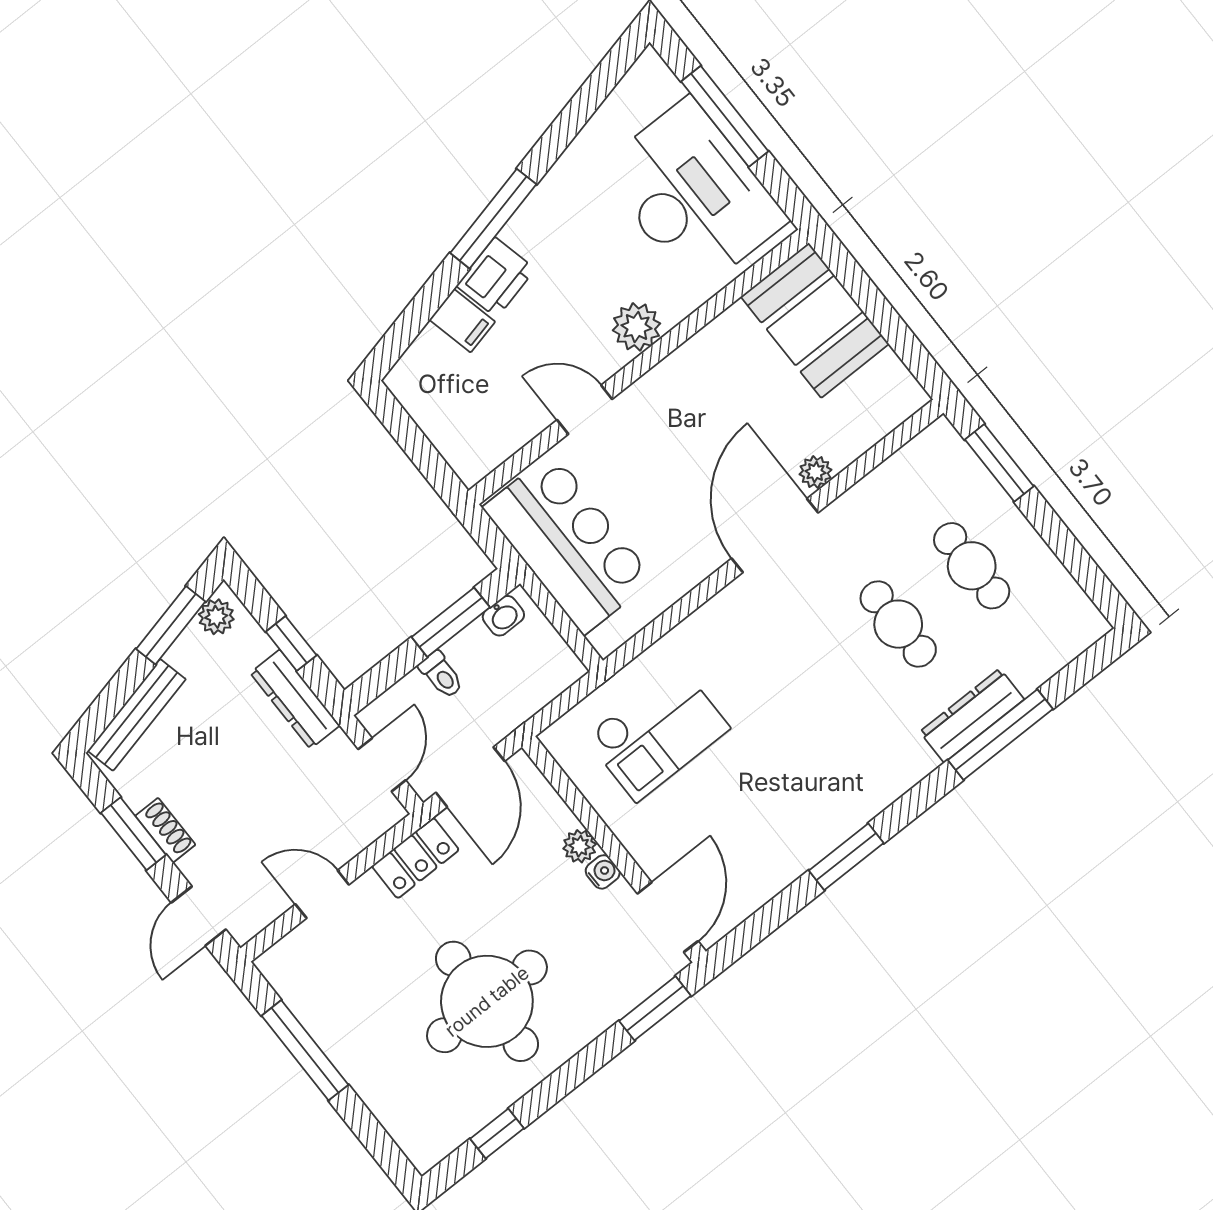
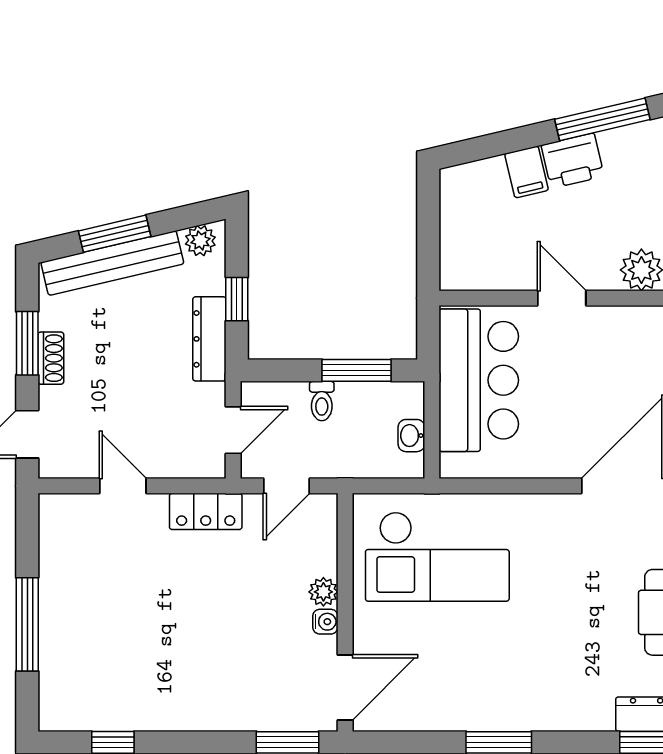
washbasin: (503, 616) -> (411, 436), moved, turned 90
window: (171, 625) -> (115, 234), moved
bench: (137, 715) -> (112, 263), width x1.37, depth x1.21
checkout: (657, 733) -> (437, 557), width x1.36, depth x1.21
door: (470, 777) -> (287, 486), width x0.73
round table: (487, 1001) -> (177, 647), removed
window: (305, 1050) -> (27, 624), moved

